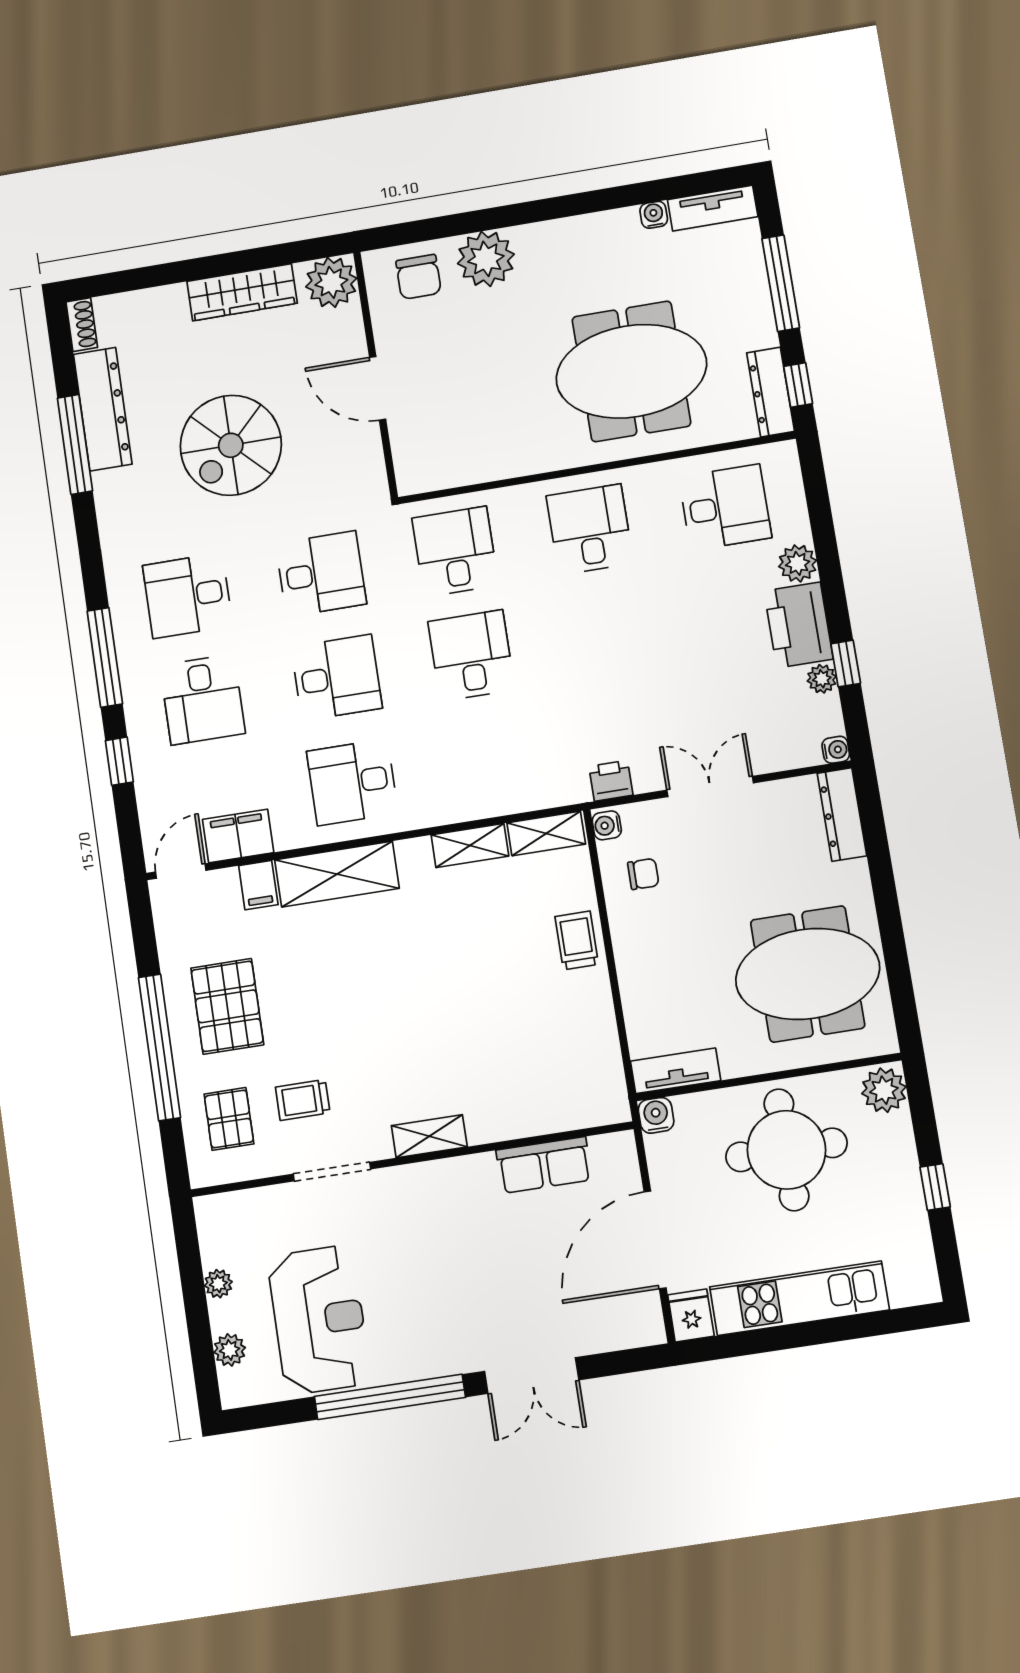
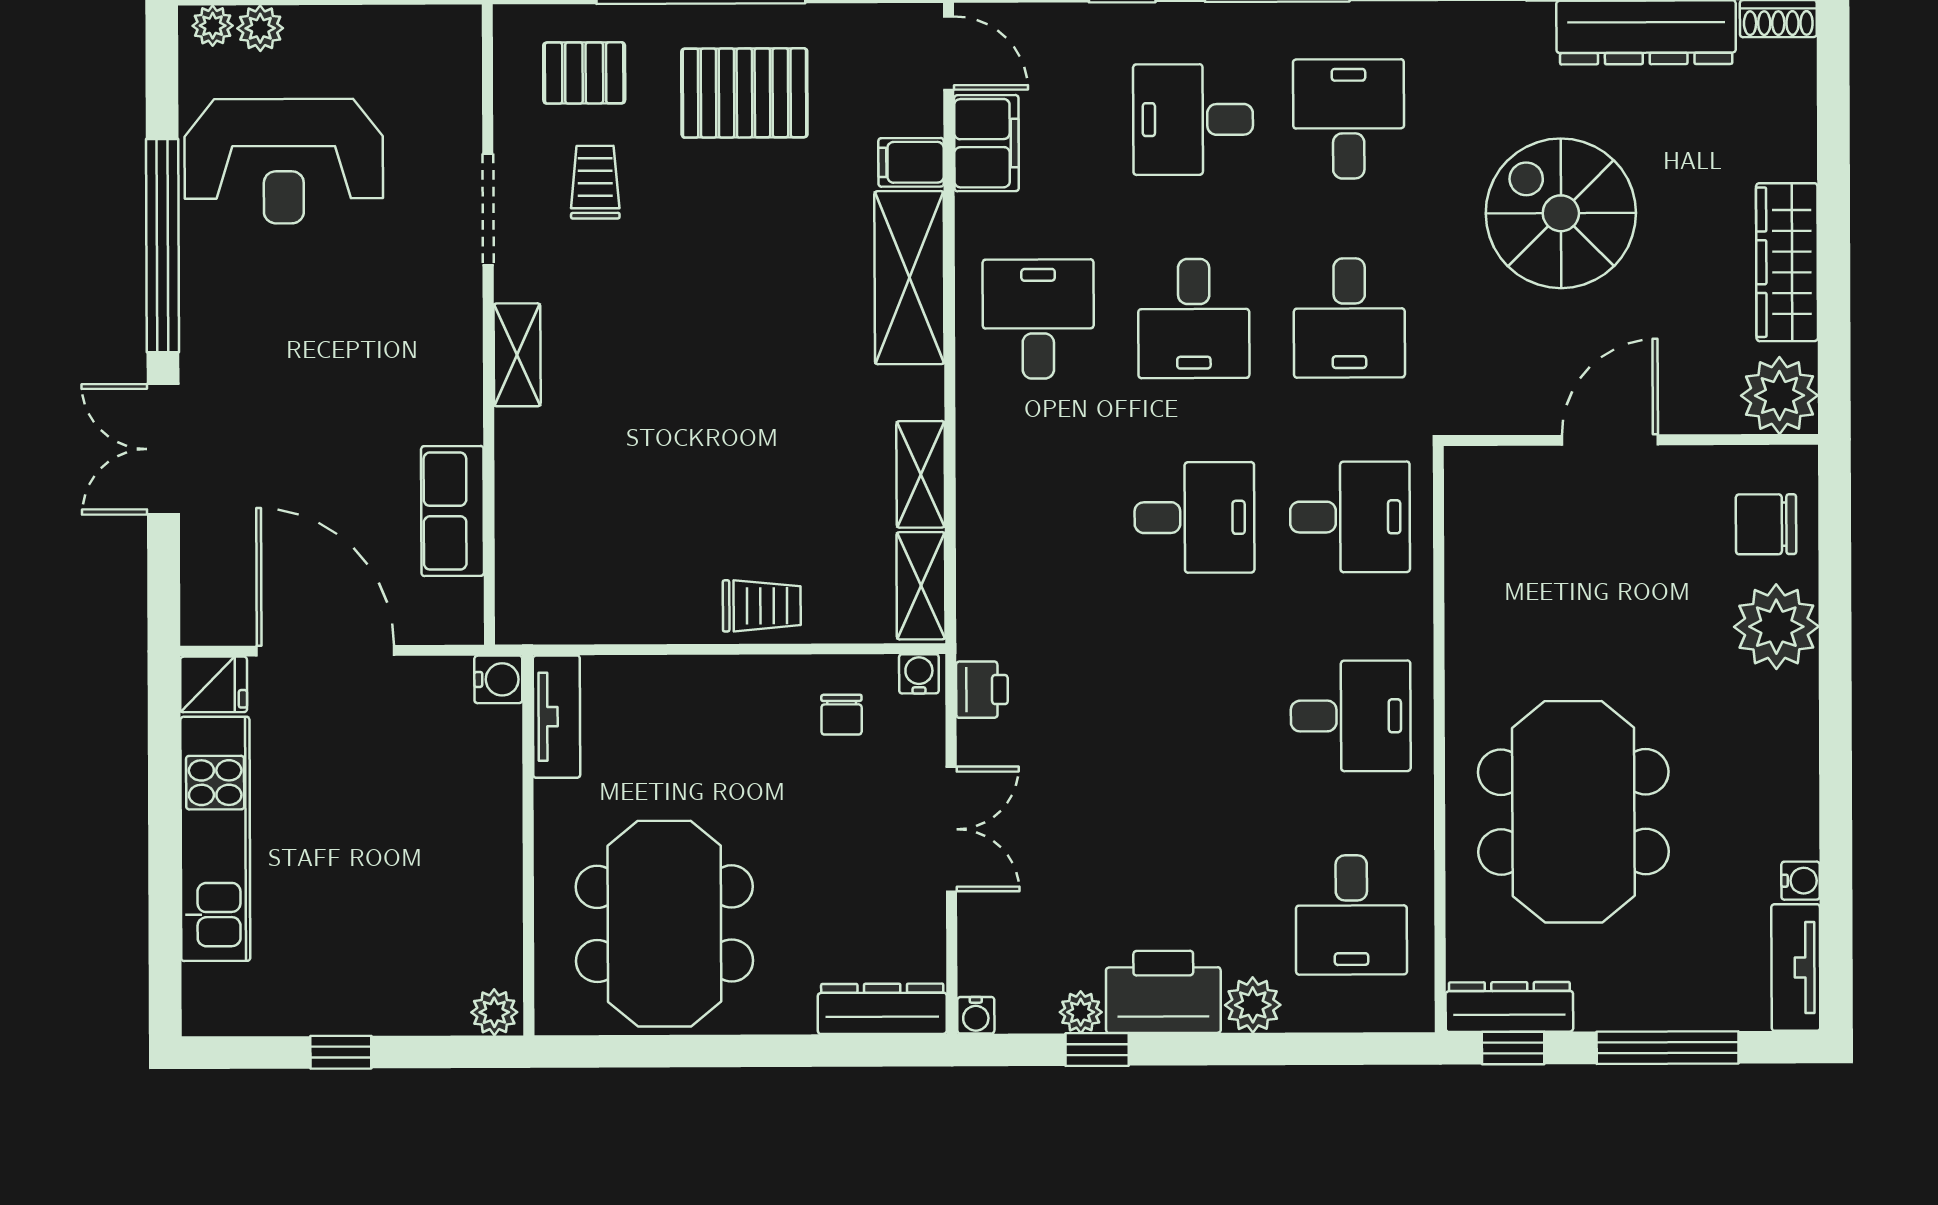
plant: (884, 1090) -> (494, 1012), width x0.73, depth x0.73
round table: (786, 1150) -> (423, 854), removed
plant: (218, 1284) -> (213, 26), moved

